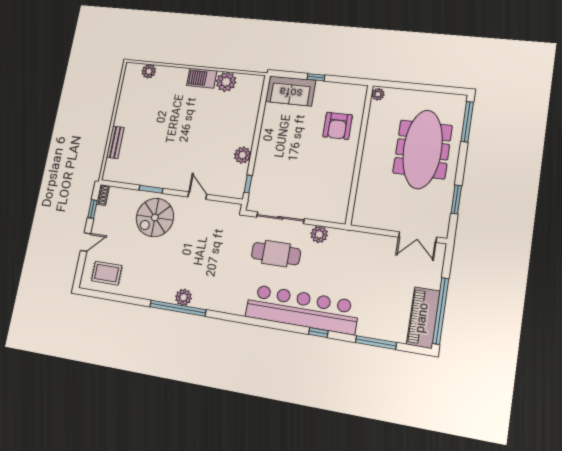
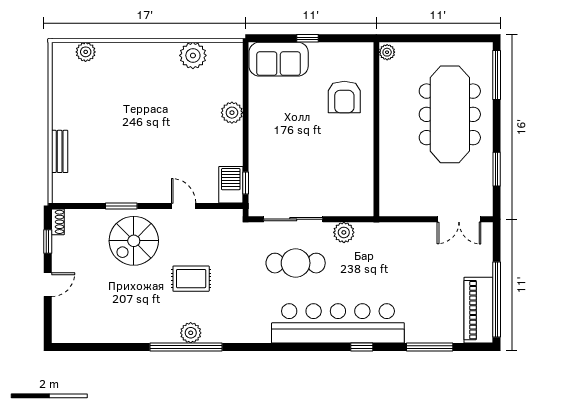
barbecue: (202, 78) -> (231, 185), moved, turned 90
plant: (243, 155) -> (232, 113), moved
rug: (107, 273) -> (191, 279), moved

